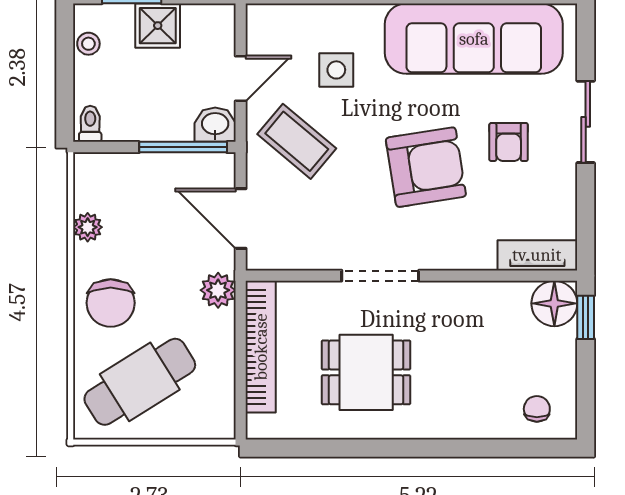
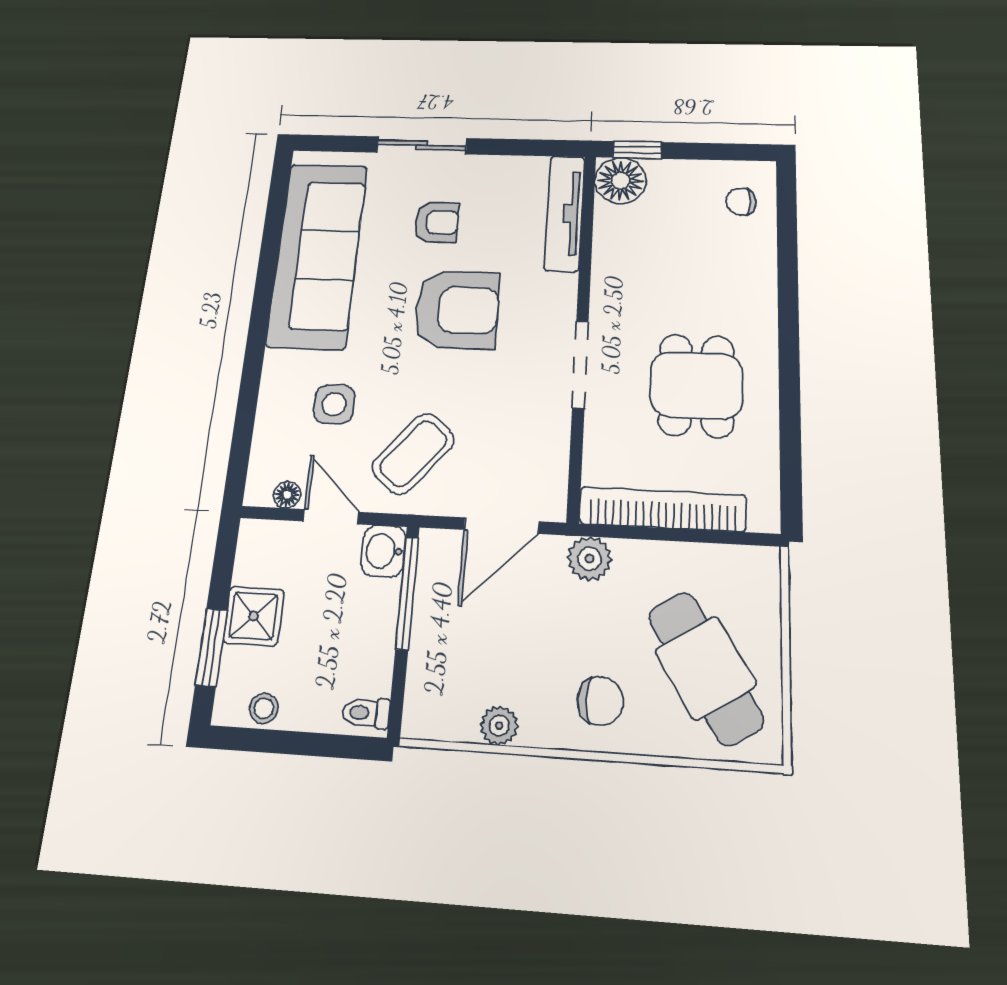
floor lamp: (257, 40) -> (287, 495), added
armchair: (426, 167) -> (457, 310), turned 99
tv unit: (537, 255) -> (564, 213), width x1.41
chair: (111, 303) -> (600, 701), width x0.73, depth x0.73

